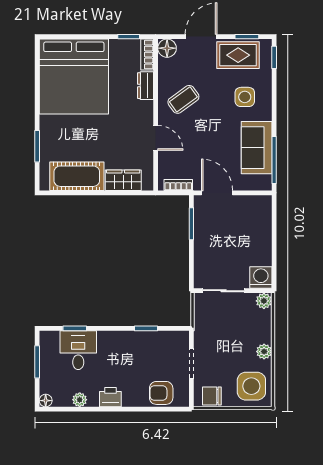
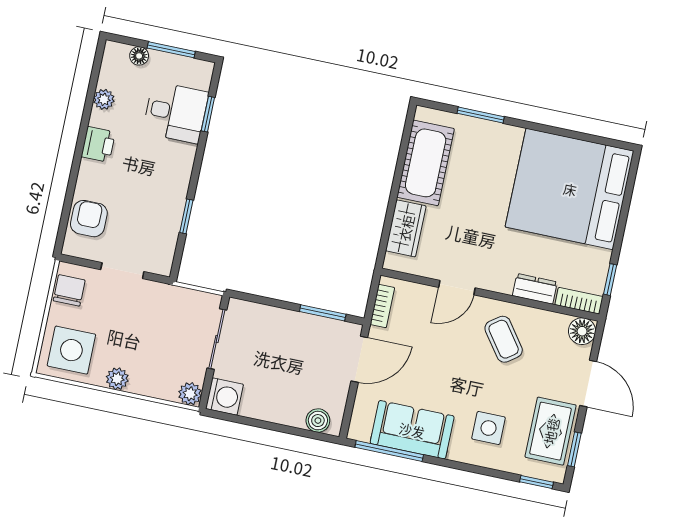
boiler: (264, 212) -> (318, 421), added
floor lamp: (46, 401) -> (139, 56), moved

